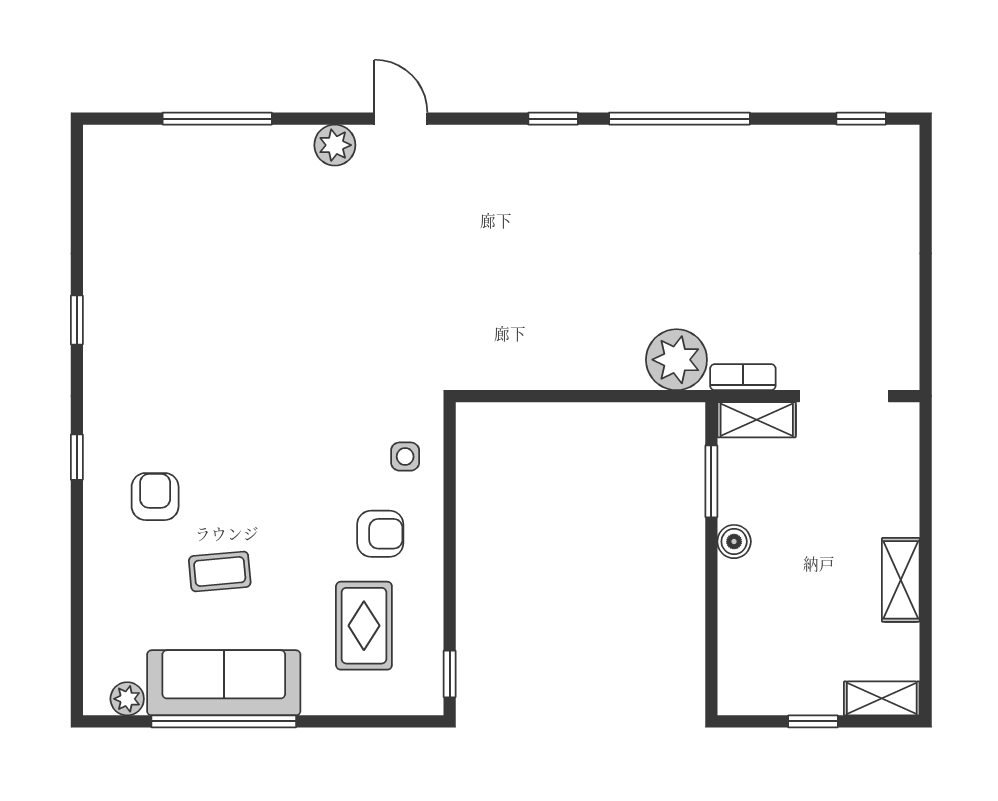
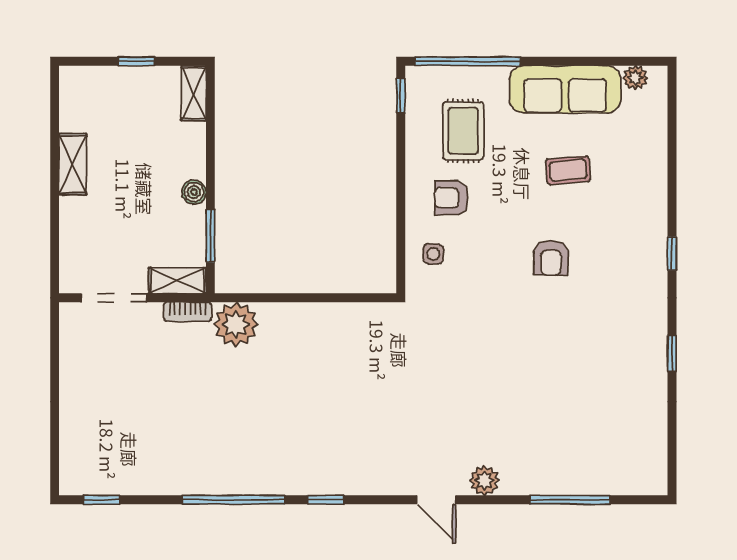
armchair: (155, 497) -> (551, 258), moved
shelving: (882, 698) -> (194, 93), moved, turned 90
window: (224, 721) -> (468, 61), moved

